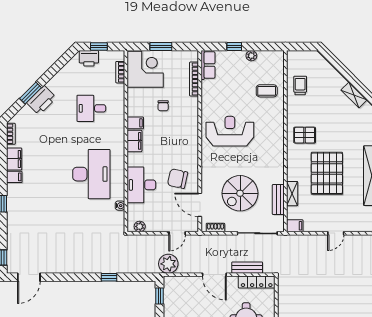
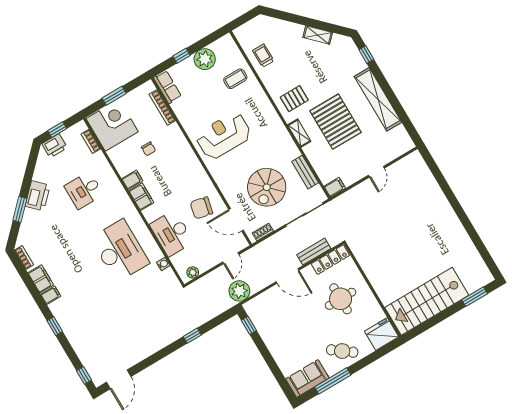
plant: (251, 56) -> (205, 59), width x1.88, depth x1.88
printer: (42, 100) -> (38, 196), moved
shelving: (292, 194) -> (299, 133), moved

